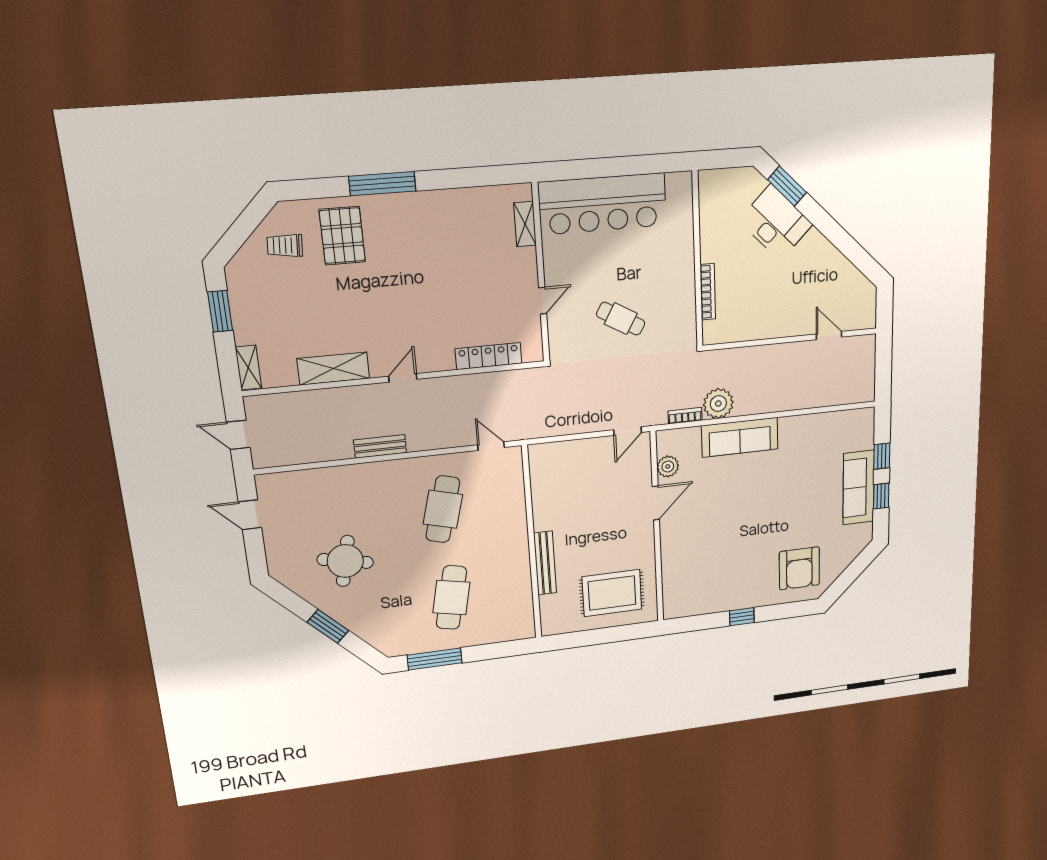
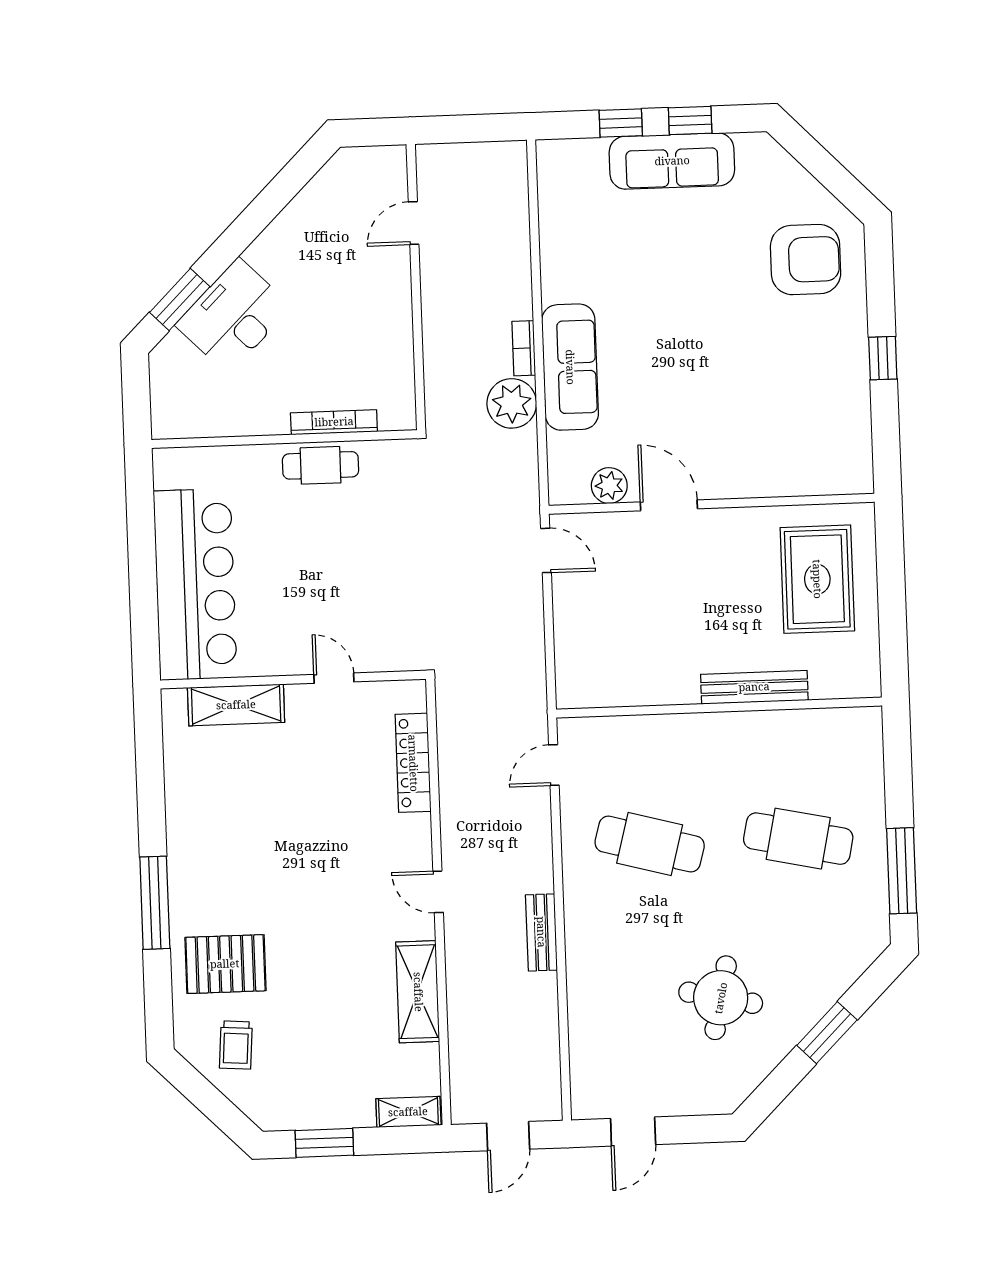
shelving: (525, 224) -> (236, 705), width x1.50, depth x1.33
cafe table: (621, 319) -> (321, 465), moved, turned 60
bookcase: (685, 416) -> (524, 348), moved

